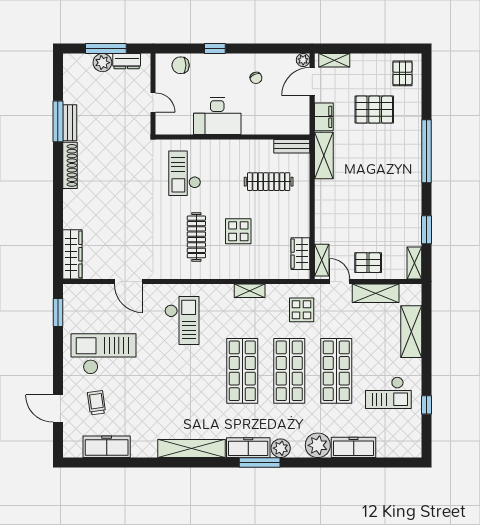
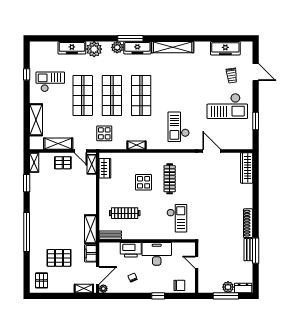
dresser: (127, 61) -> (243, 288), moved
printer: (259, 123) -> (131, 250), added
window: (58, 312) -> (256, 121), moved

